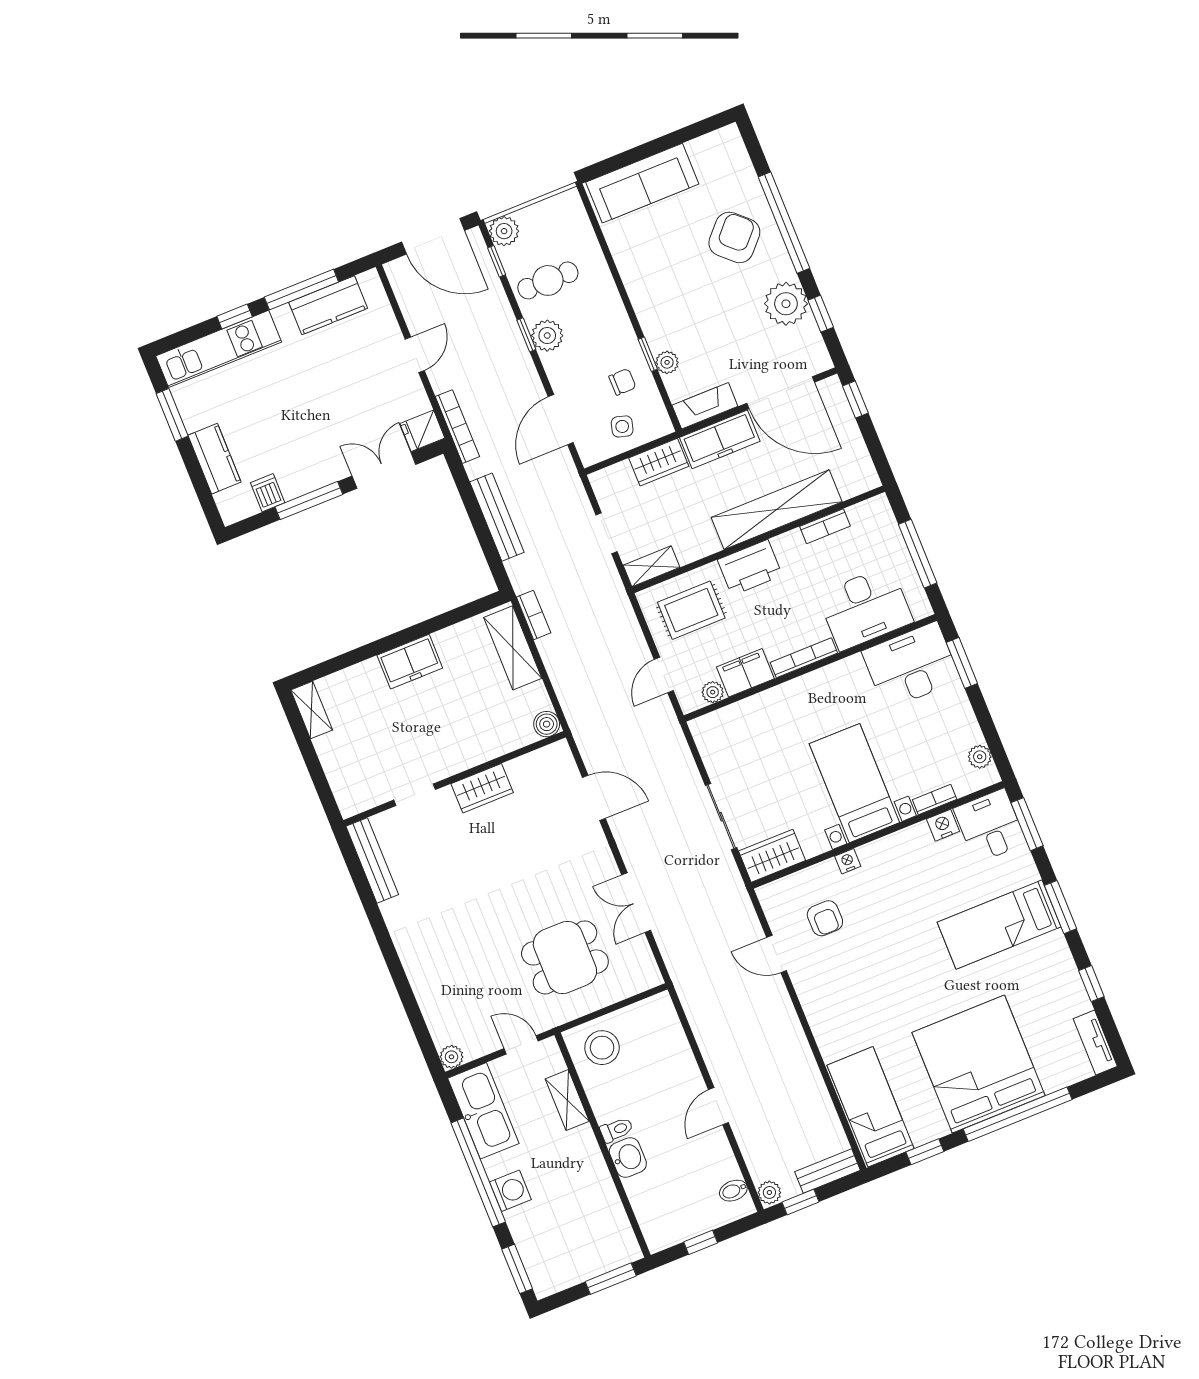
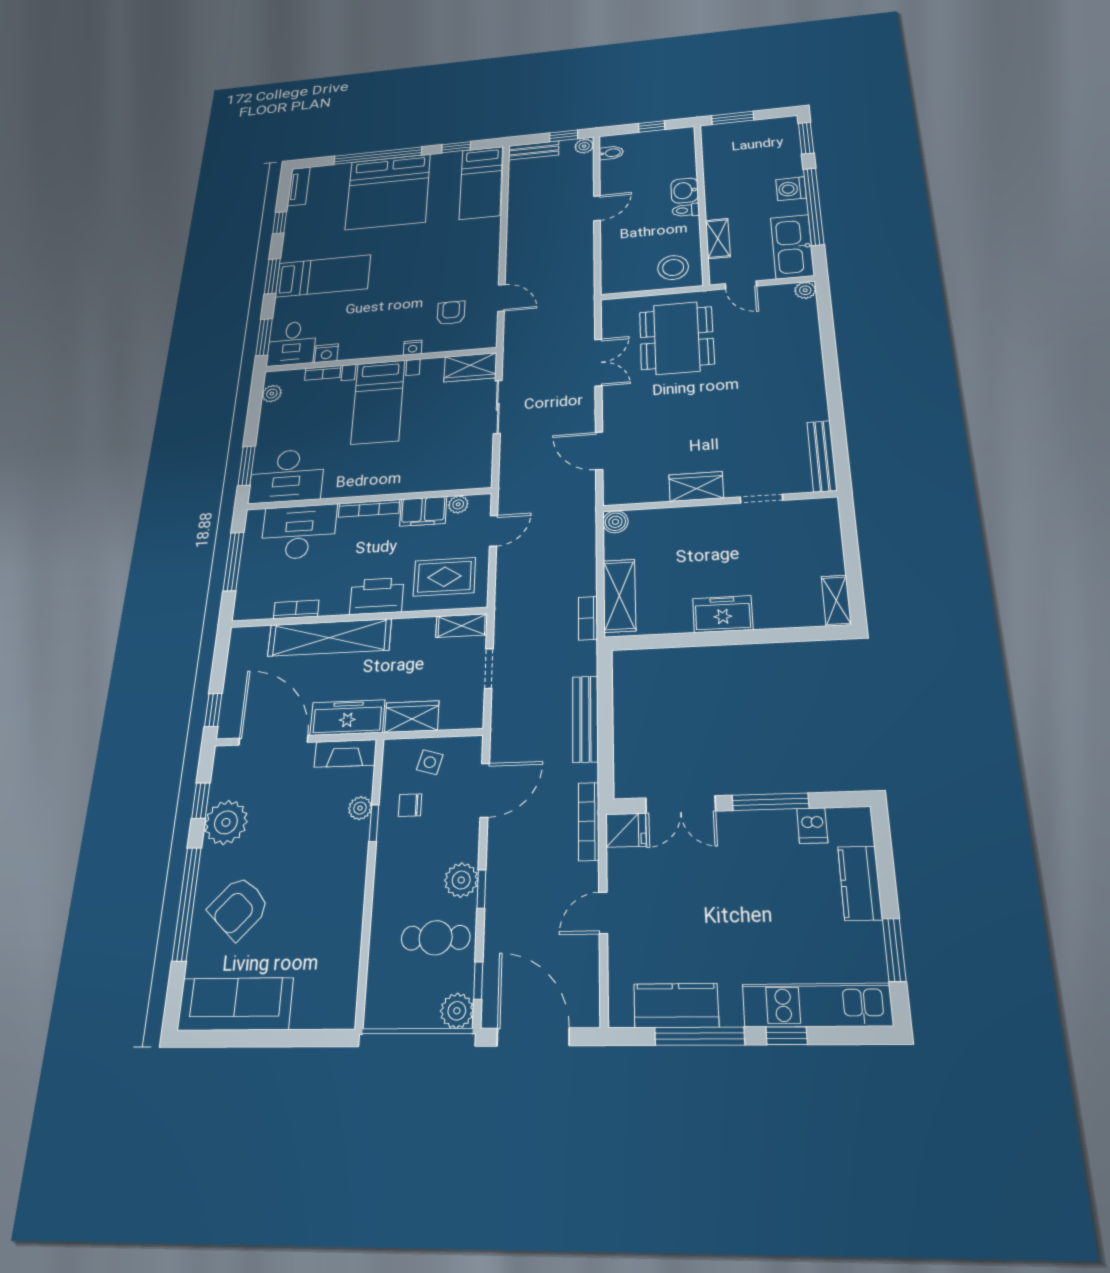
sofa: (642, 183) -> (235, 1004), moved
dining table: (565, 957) -> (677, 338), width x1.38

